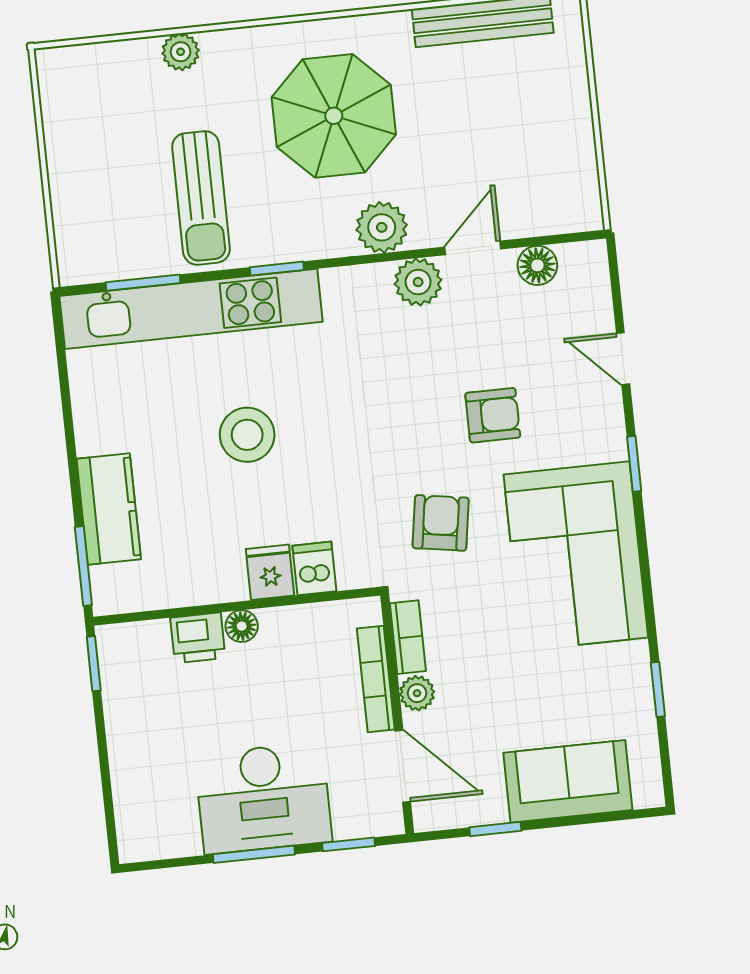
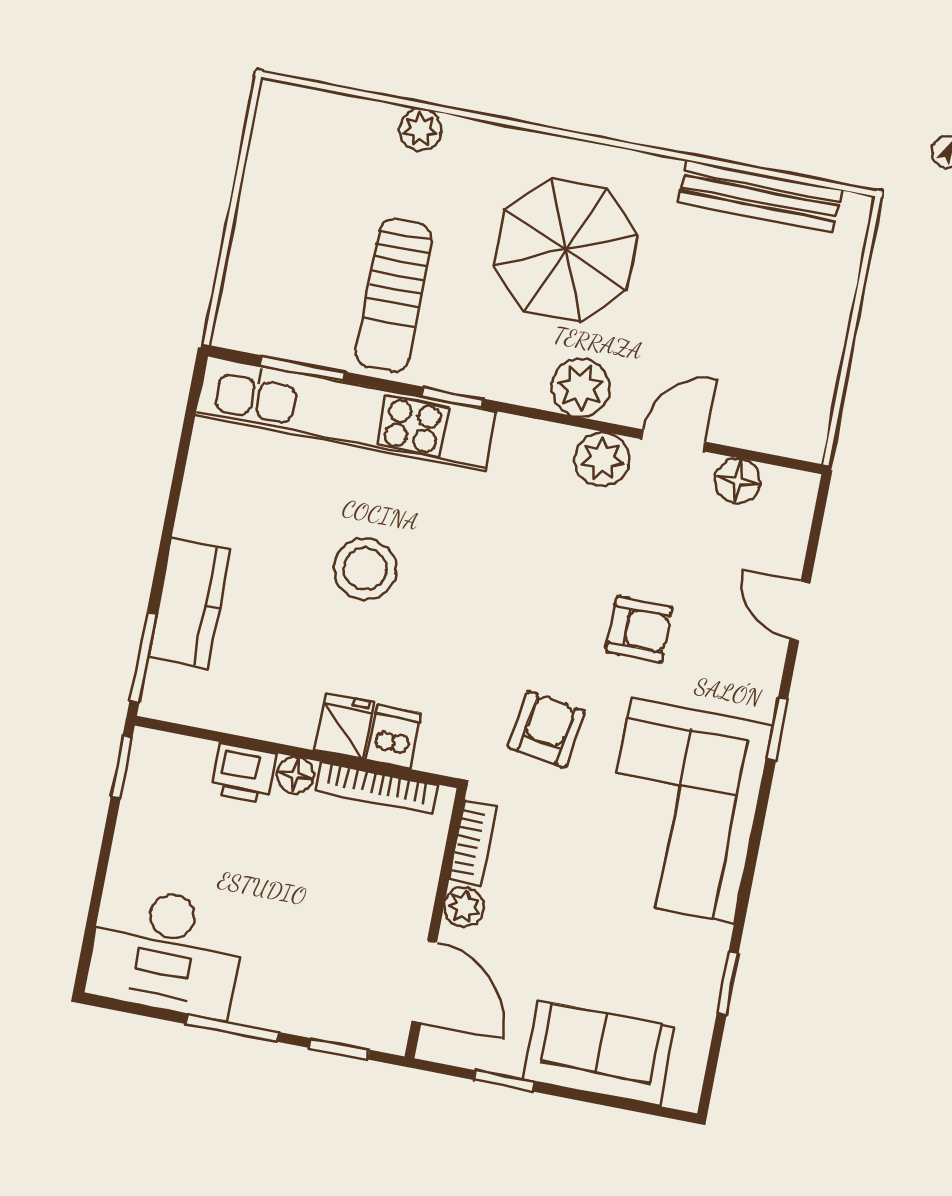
bookcase: (376, 679) -> (376, 788), moved, turned -90
desk: (263, 798) -> (166, 951), moved

